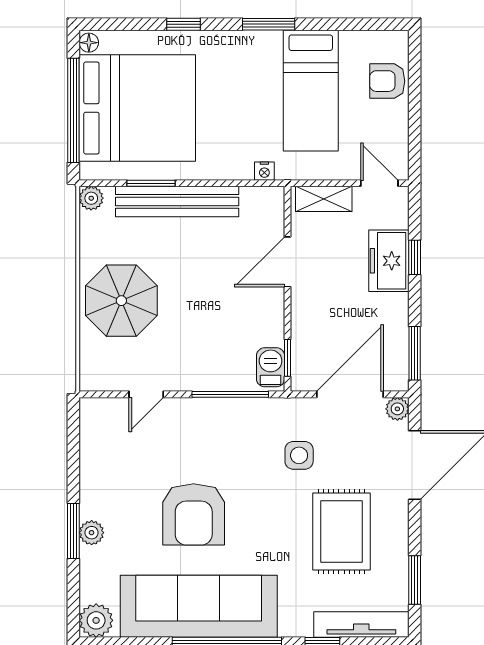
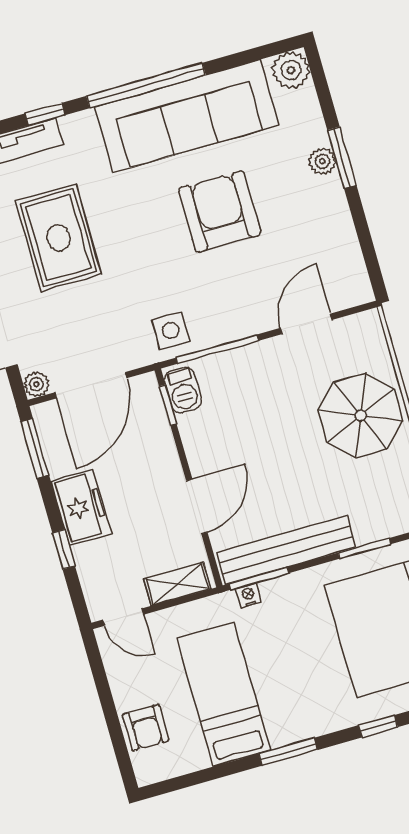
armchair: (387, 81) -> (146, 727), turned 90
window: (251, 183) -> (259, 578), added
bench: (177, 201) -> (286, 550), moved
freezer: (389, 261) -> (81, 507), moved
door: (146, 394) -> (306, 324), width x1.38
side table: (299, 455) -> (171, 331), moved

